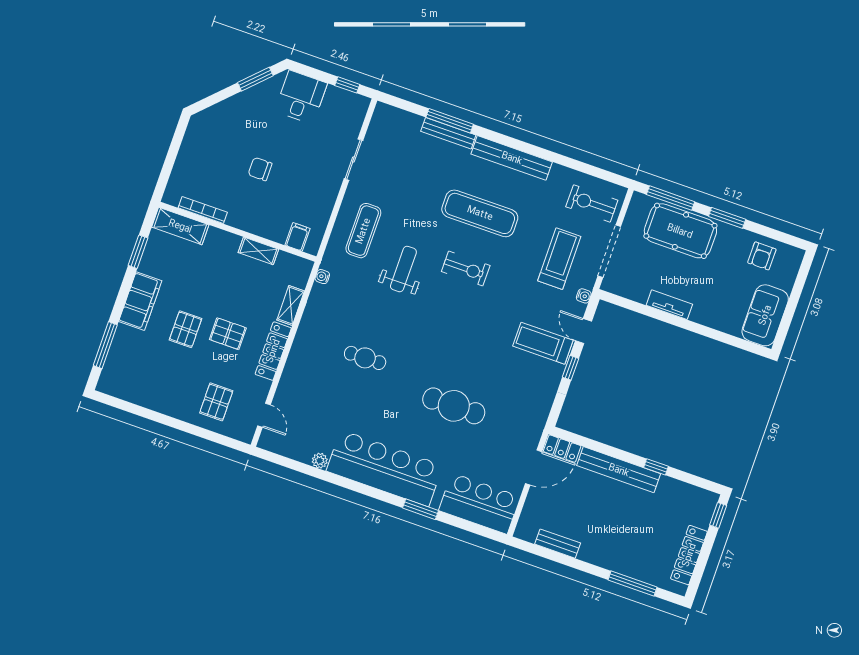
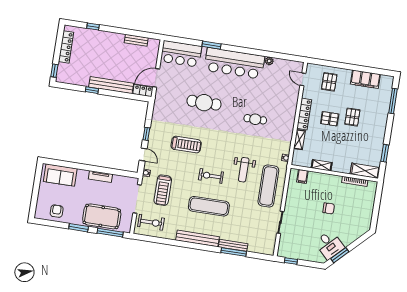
desk: (301, 97) -> (329, 245), moved, turned -45
exercise mat: (363, 231) -> (268, 186), width x1.36, depth x1.45
filing cabinet: (140, 301) -> (365, 79), moved, turned -90
sofa: (765, 315) -> (60, 175), moved, turned 90
treadmill: (543, 343) -> (186, 145), moved
window: (632, 583) -> (93, 27), width x0.46

